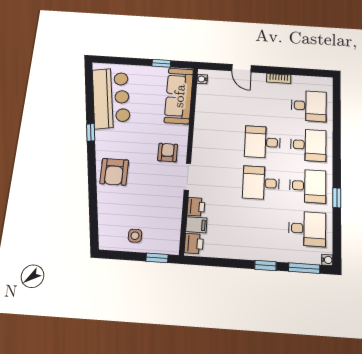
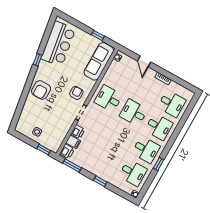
desk: (261, 183) -> (108, 98), moved
window: (304, 268) -> (72, 166), moved

